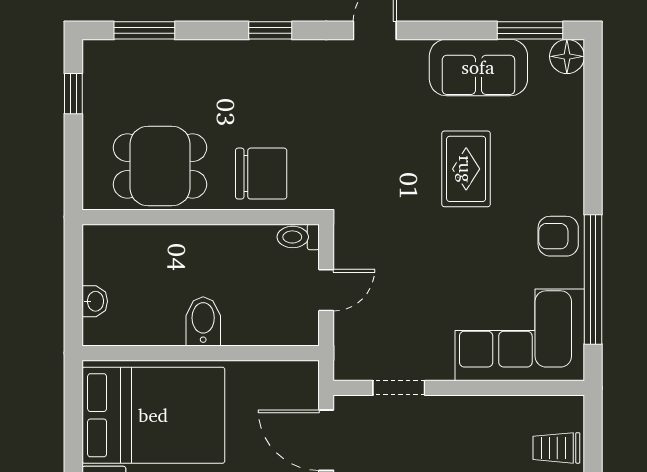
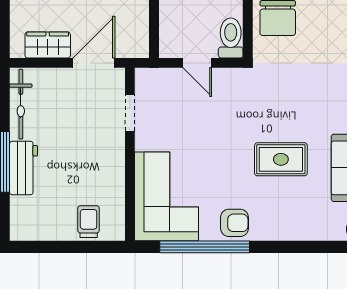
armchair: (558, 236) -> (235, 223), turned 90
toilet: (298, 237) -> (231, 38), width x1.37, depth x1.39

